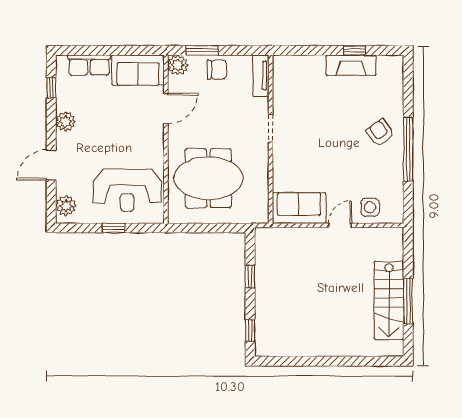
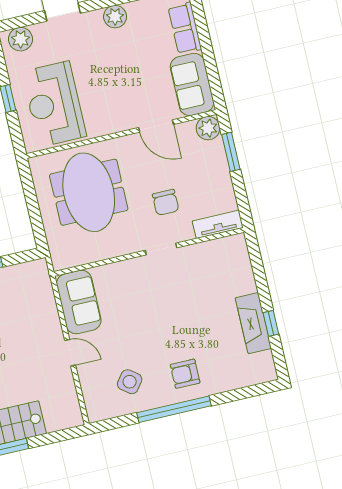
chair: (217, 70) -> (166, 202), moved
armchair: (380, 133) -> (185, 374), turned -144
side table: (370, 207) -> (130, 382), moved, turned 37

